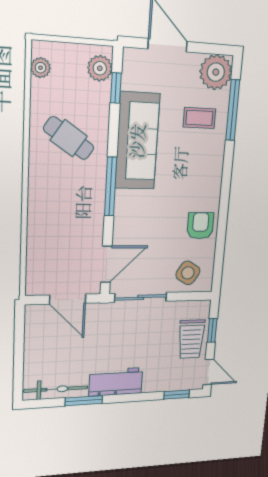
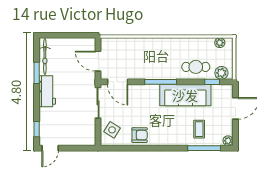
plant: (216, 72) -> (228, 141), width x0.53, depth x0.53
cafe table: (69, 138) -> (196, 67), moved, turned 56
door: (68, 299) -> (98, 61), hinge flipped
window: (212, 330) -> (76, 148), removed
trolley: (191, 339) -> (72, 135), removed

